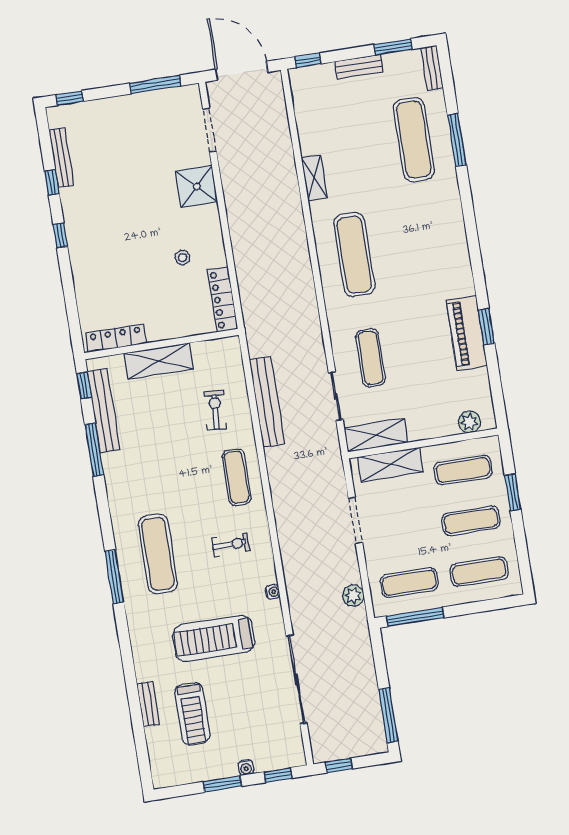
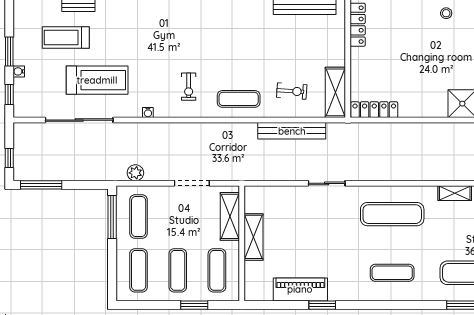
stool: (182, 258) -> (446, 13), moved
piano: (467, 333) -> (300, 289), moved
exercise mat: (371, 358) -> (392, 273), moved
shelving: (159, 361) -> (335, 92), moved
sliding door: (336, 396) -> (327, 183), moved
plant: (470, 422) -> (252, 281), removed
shelving: (376, 435) -> (254, 237), moved
exercise mat: (158, 554) -> (190, 31), removed
treadmill: (214, 639) -> (97, 80), moved, turned 90
window: (339, 766) -> (9, 158), moved

